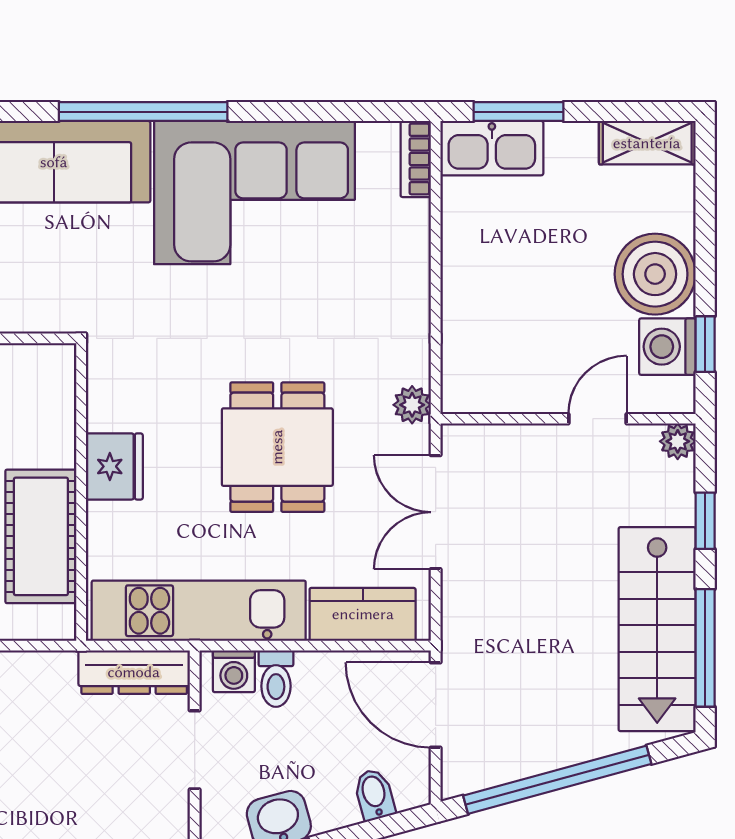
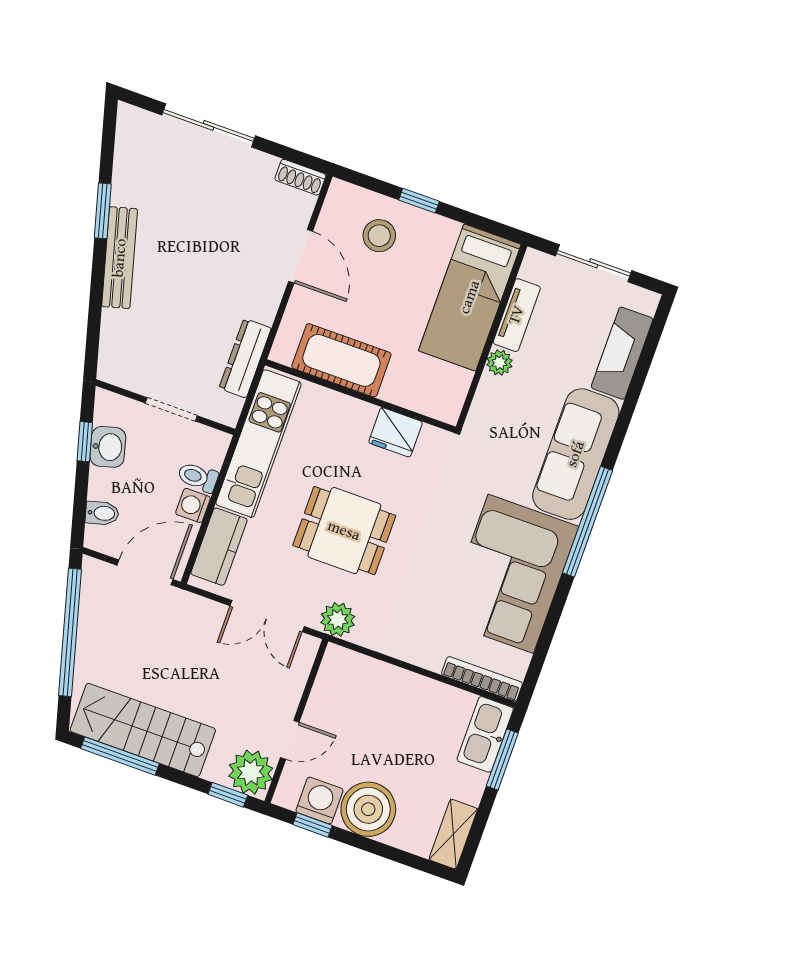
bookcase: (416, 159) -> (482, 679), width x1.56
plant: (412, 405) -> (338, 619), width x1.38, depth x1.38
door: (597, 419) -> (290, 740), hinge flipped
plant: (678, 441) -> (251, 772), width x1.88, depth x1.88
fridge: (114, 466) -> (396, 432), moved
double door: (436, 512) -> (267, 616), swing flipped
window: (705, 521) -> (228, 795), moved
washing machine: (234, 671) -> (193, 505), moved
dresser: (134, 672) -> (245, 358), moved

